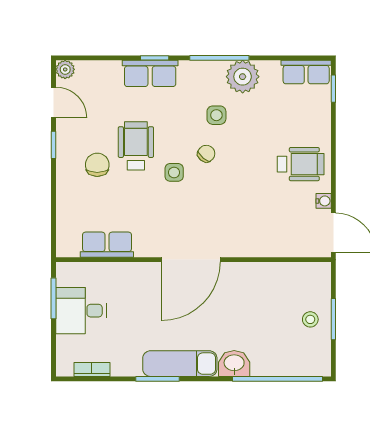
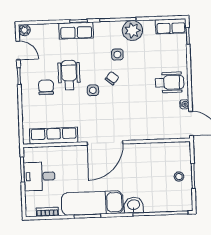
row of seats: (107, 245) -> (54, 136), width x1.48
exam couch: (180, 364) -> (92, 203), width x1.36, depth x1.45

